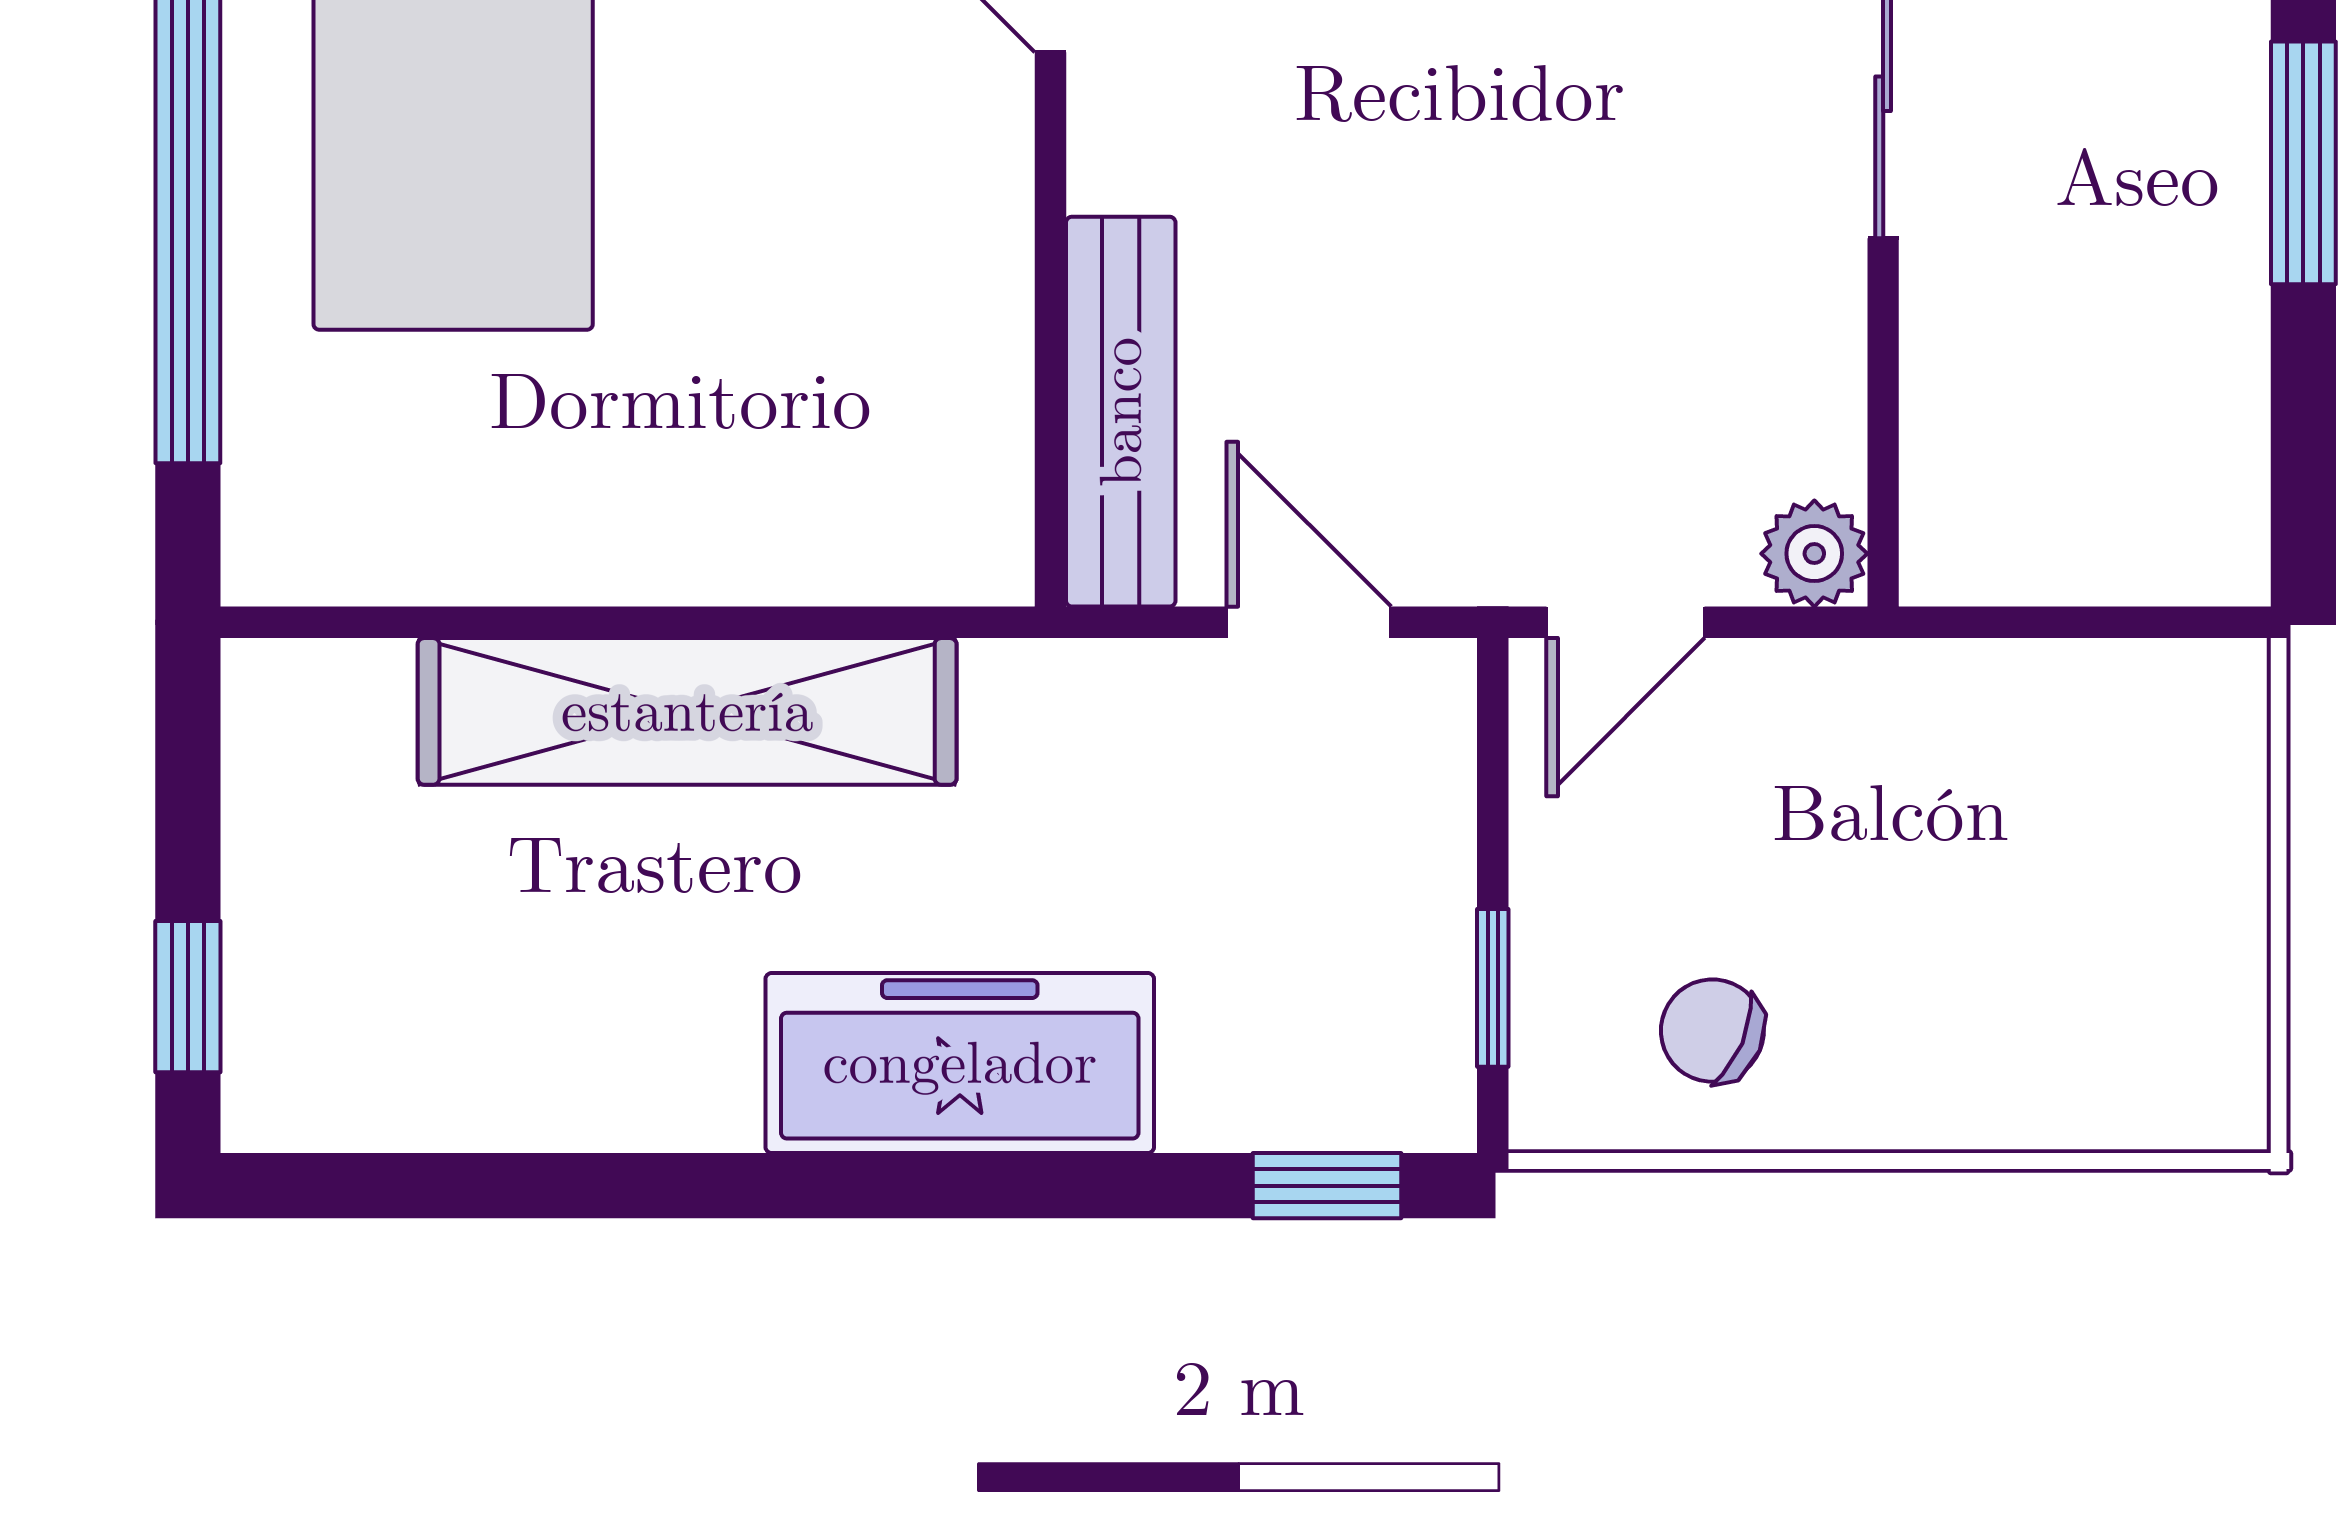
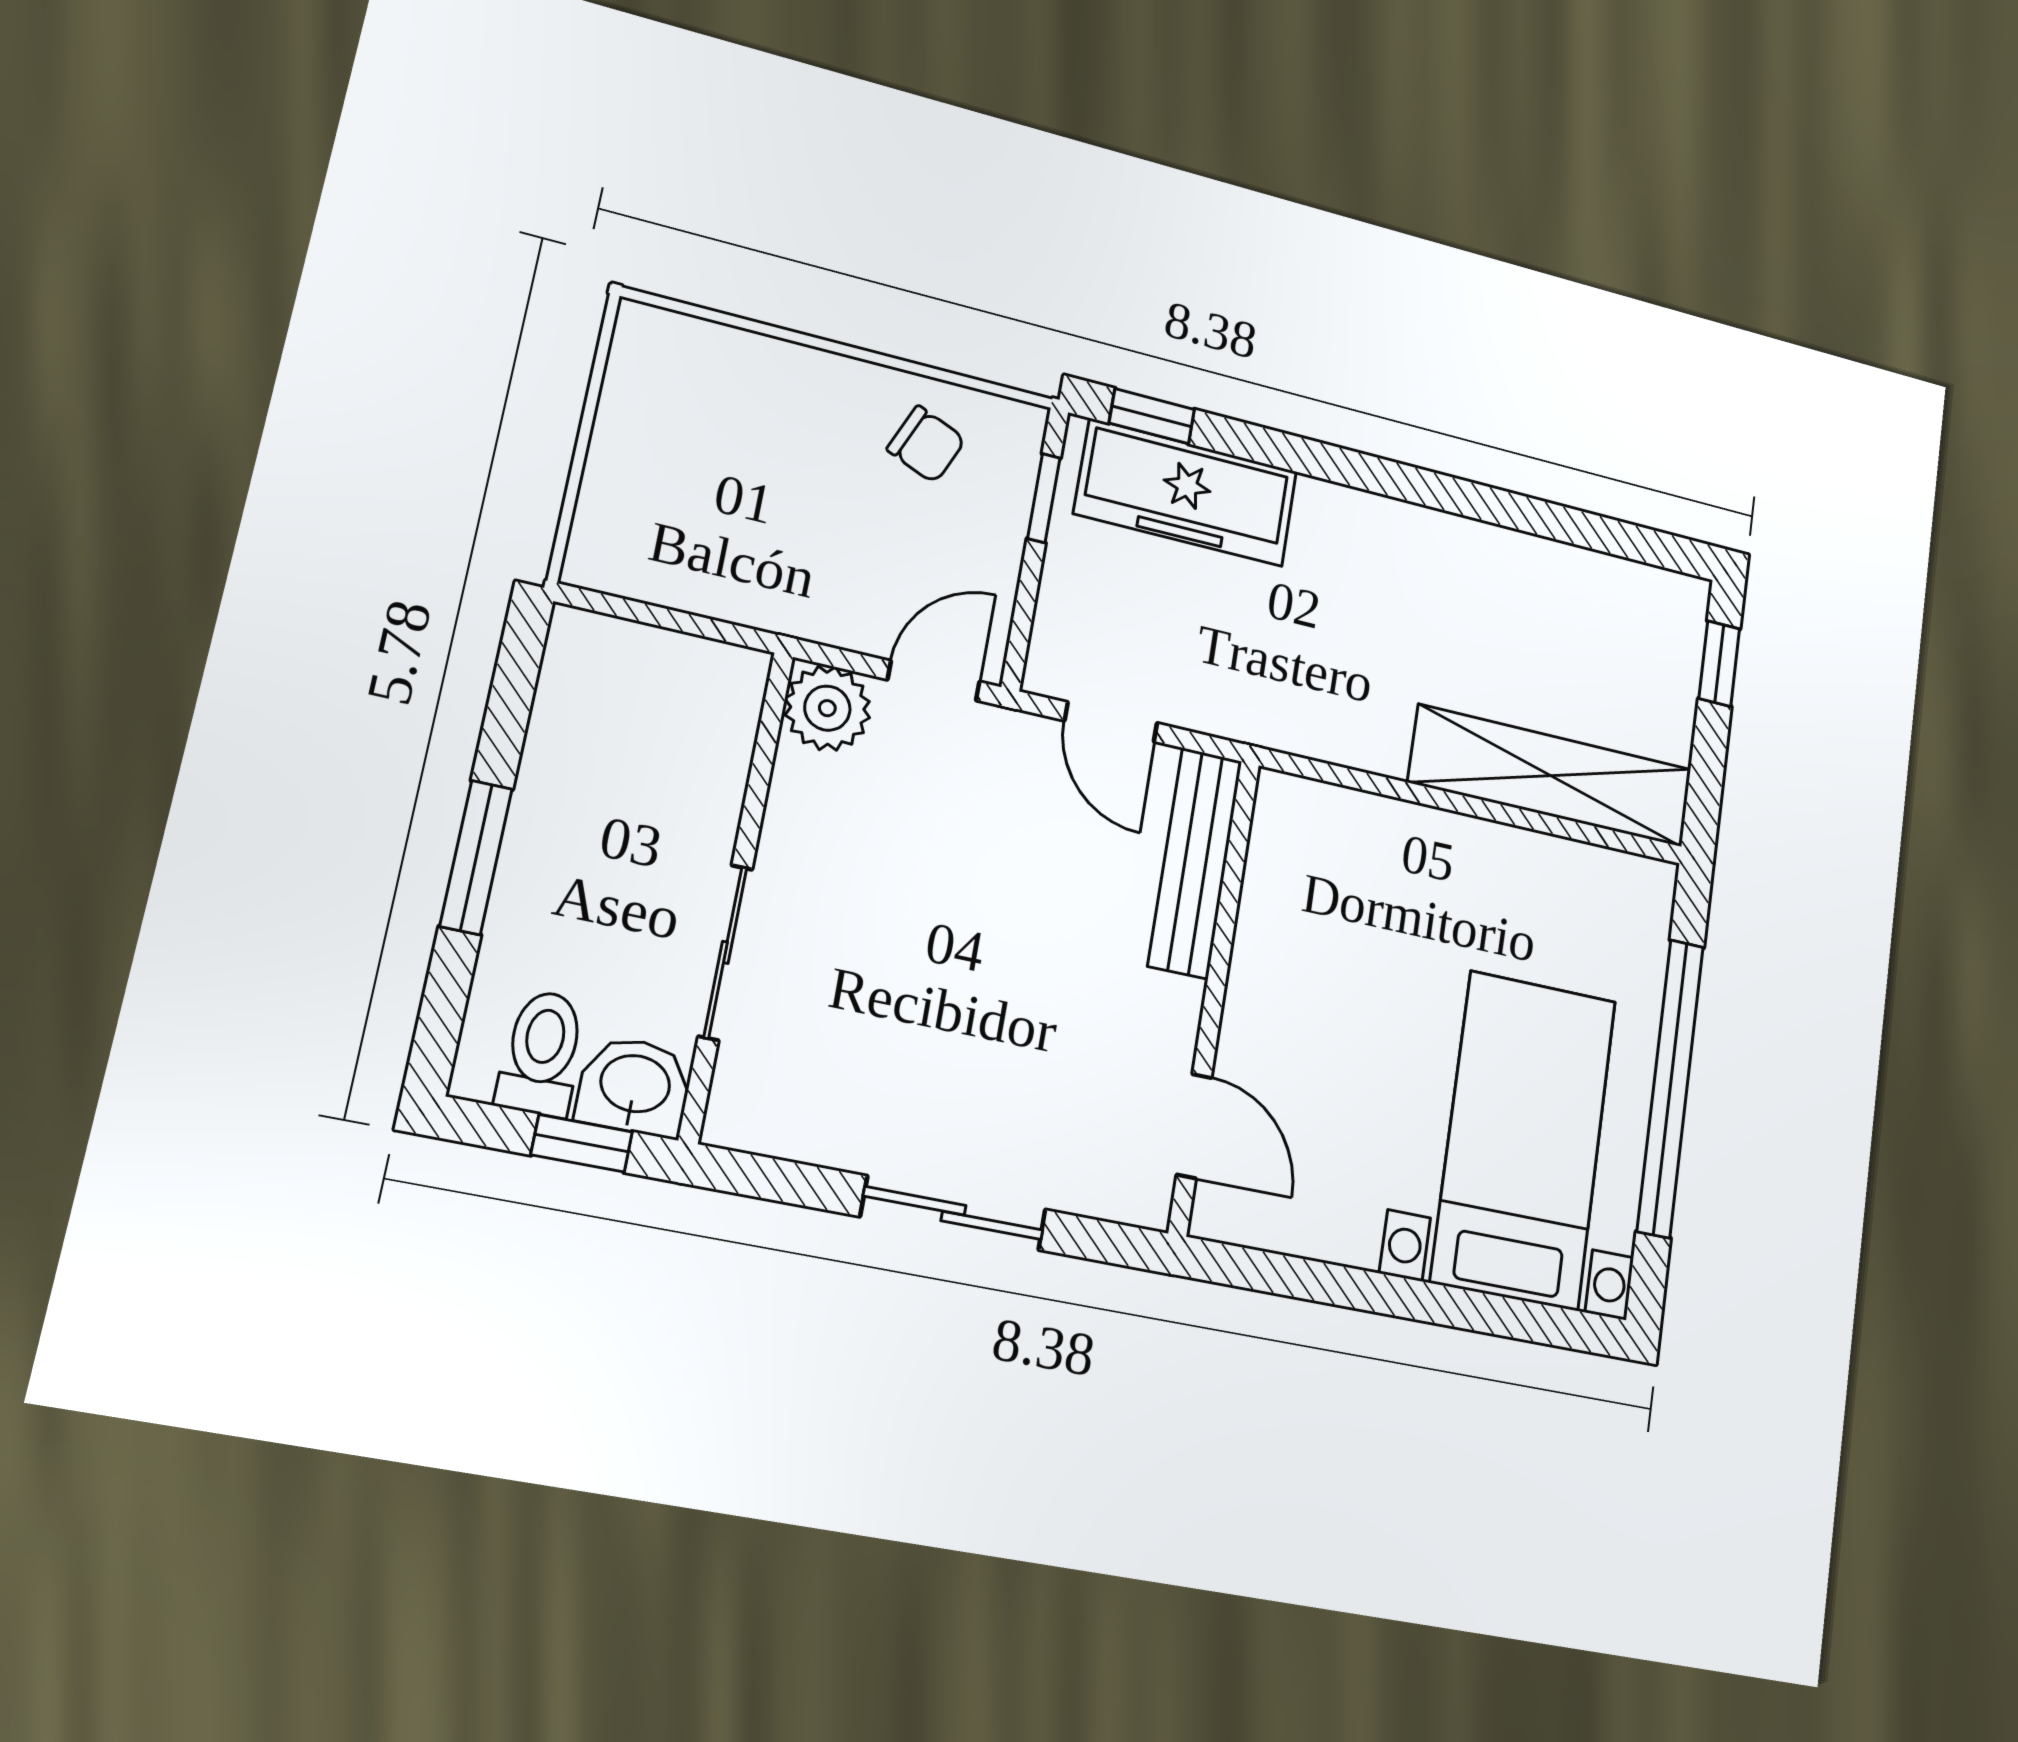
plant: (1814, 554) -> (827, 708), width x1.38, depth x1.38
shelving: (687, 711) -> (1551, 776), moved
freezer: (960, 1063) -> (1186, 492), moved

